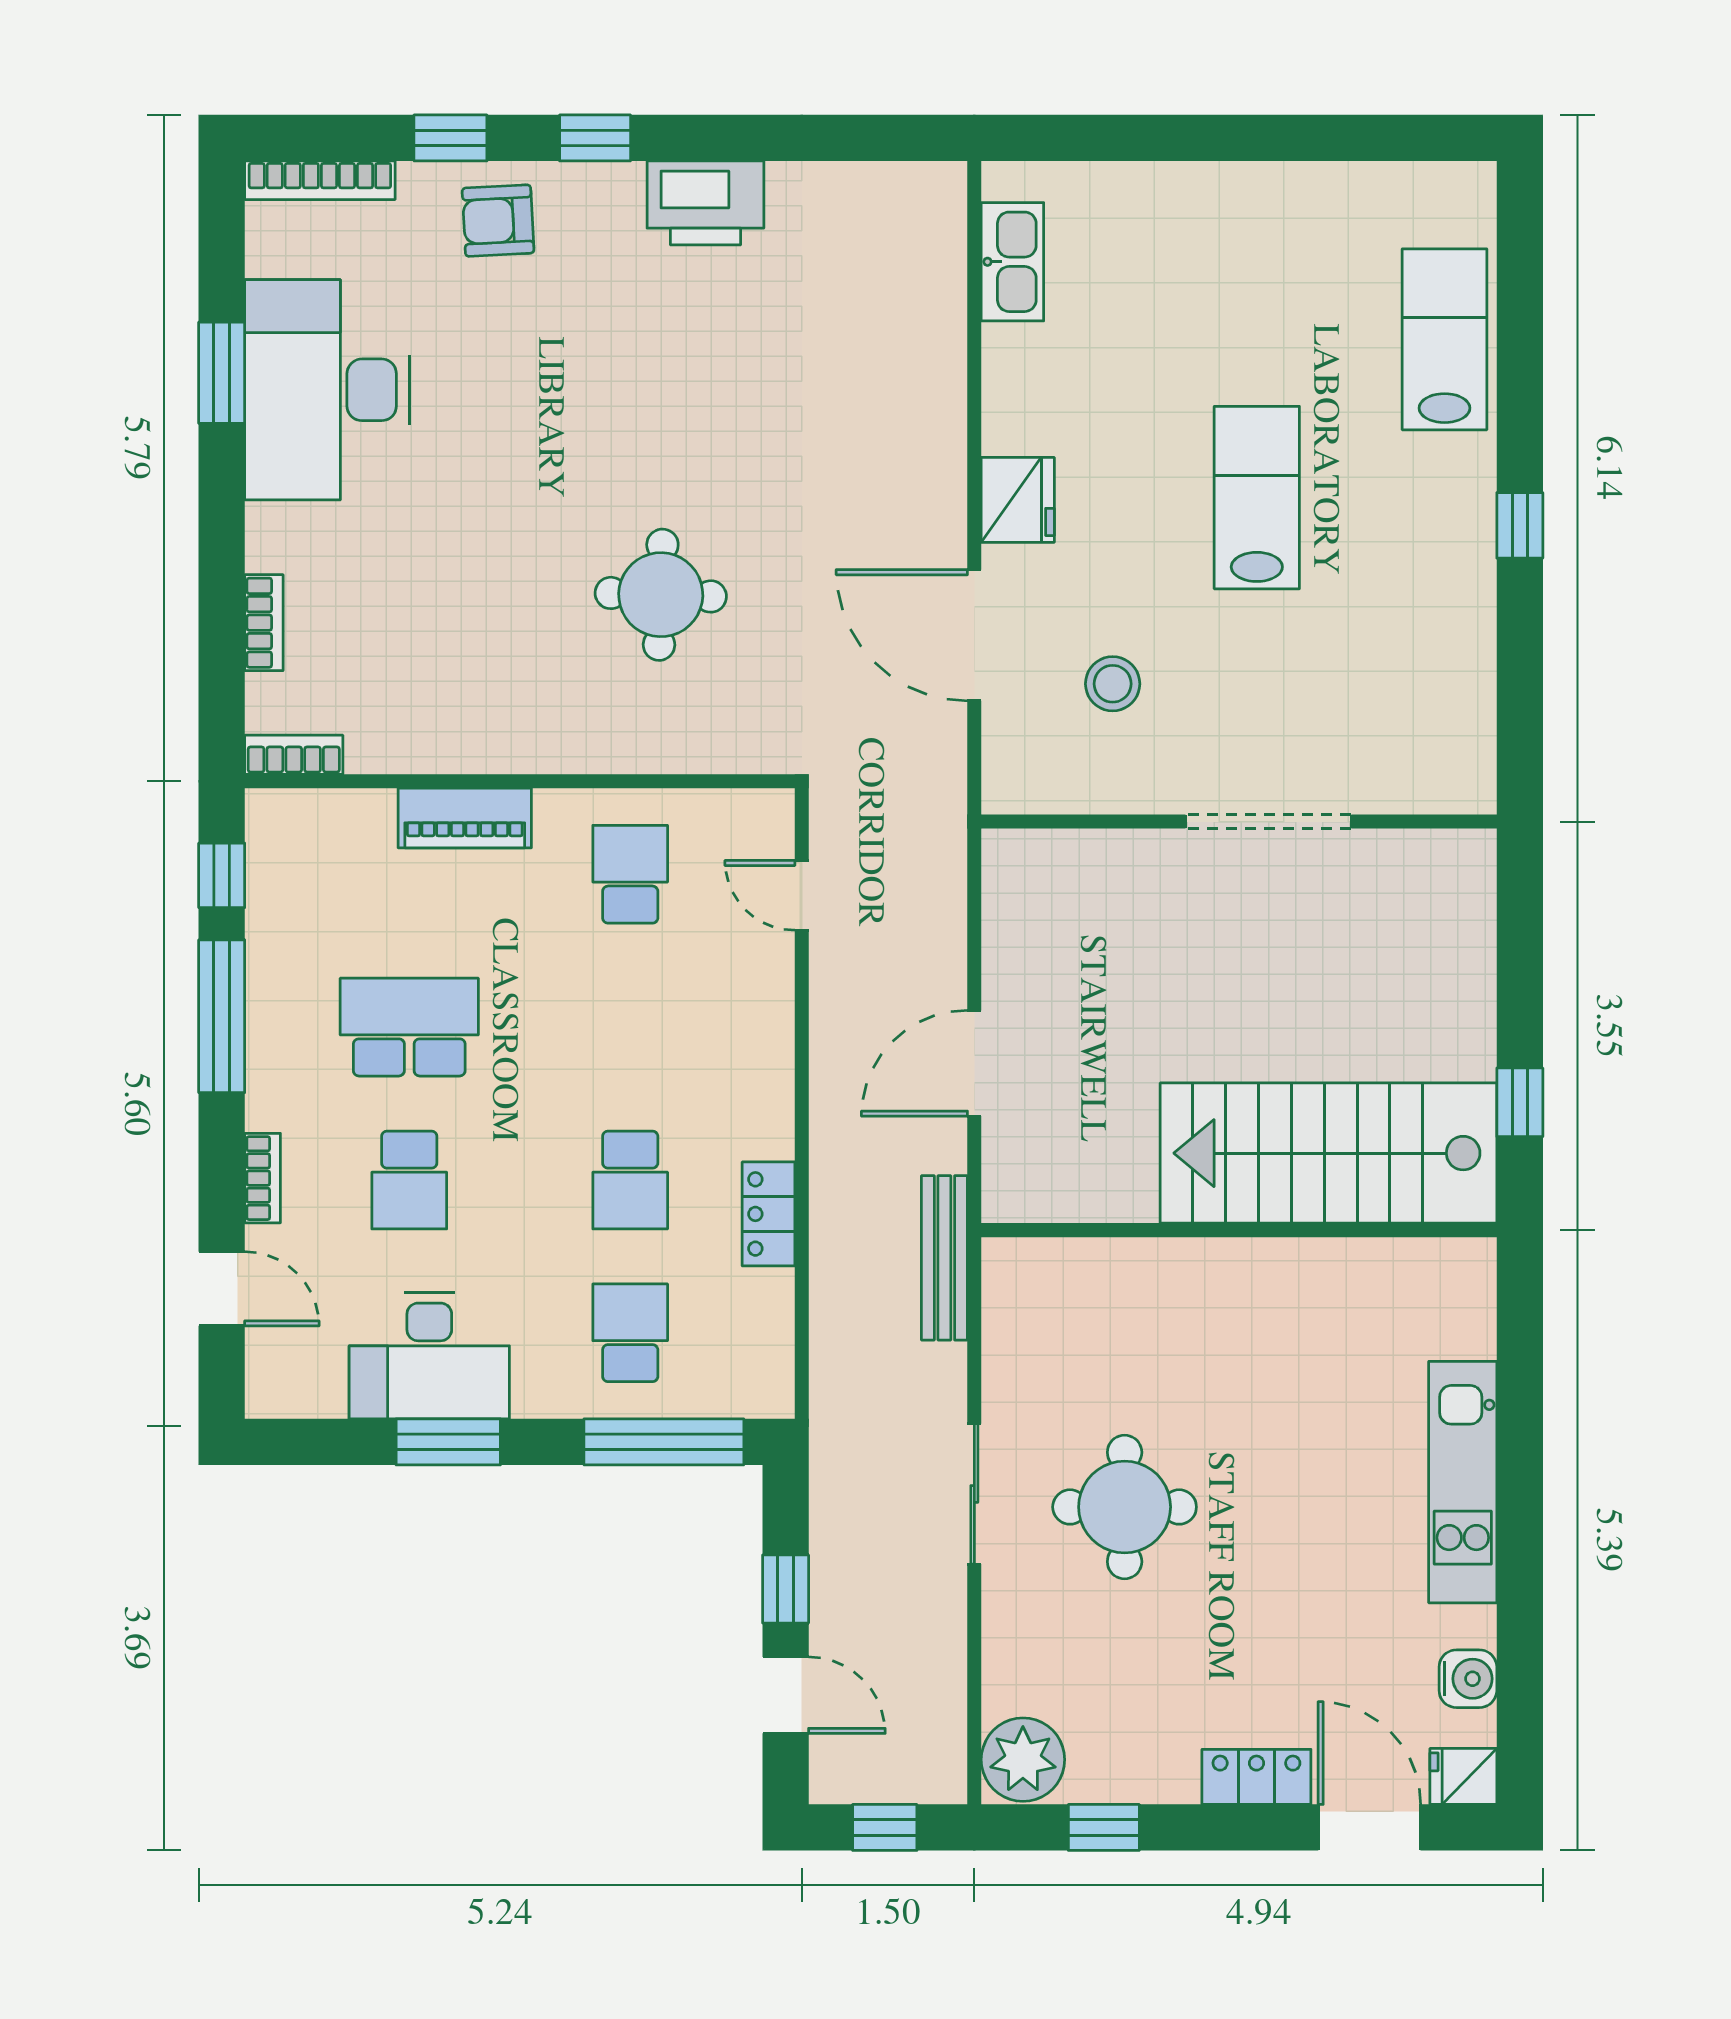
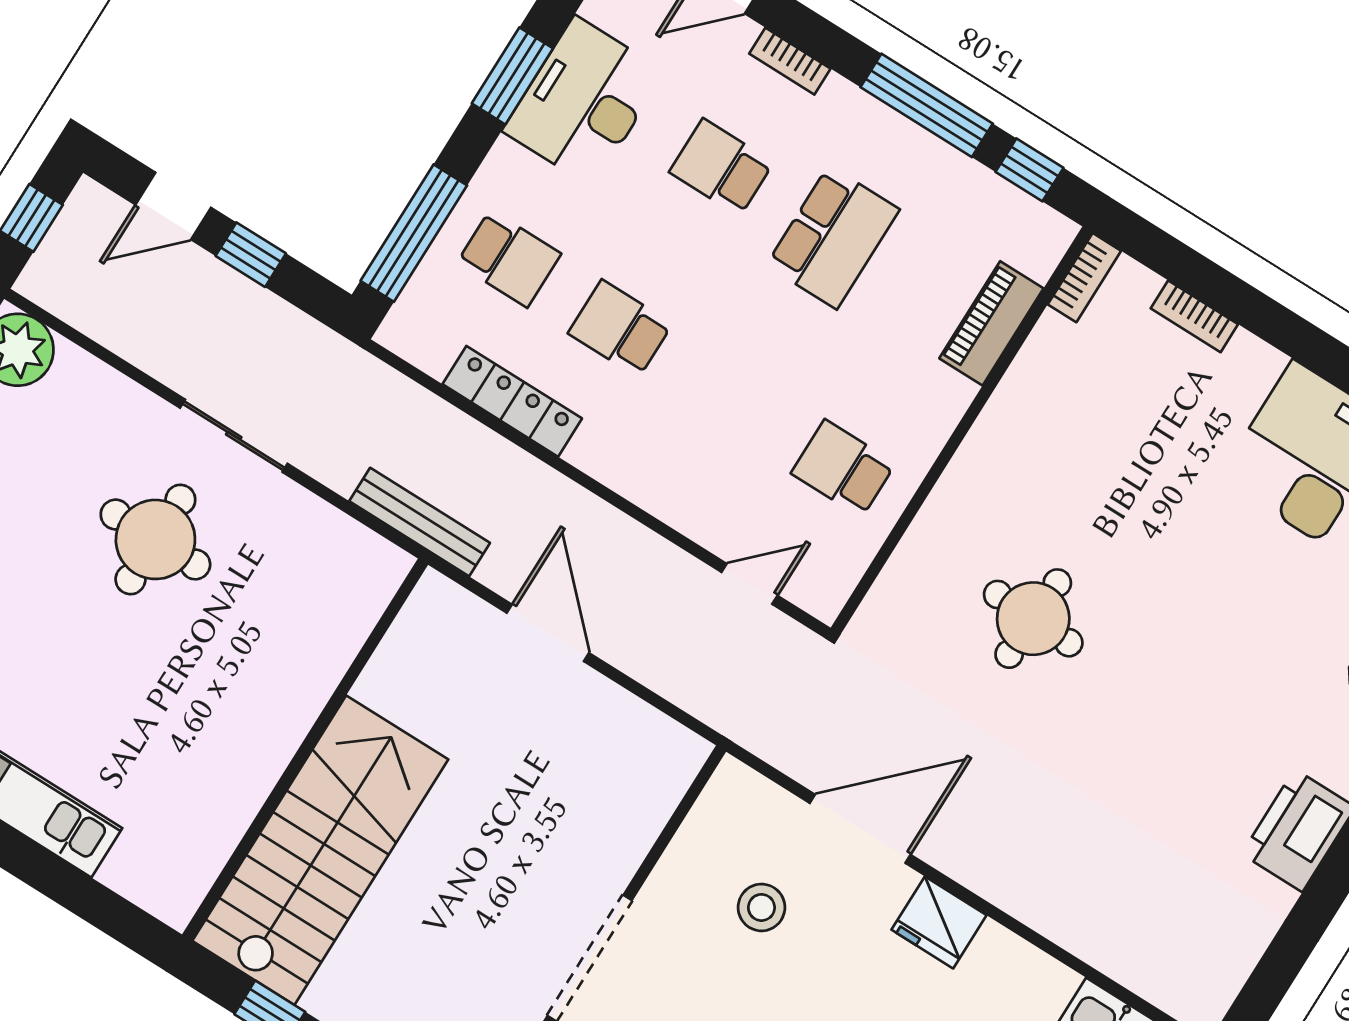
piano: (465, 818) -> (991, 323), moved
school desk: (630, 874) -> (843, 468), turned 180
locker: (769, 1214) -> (512, 401), width x1.53

